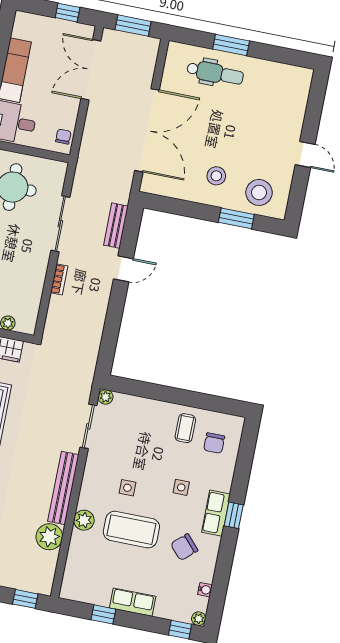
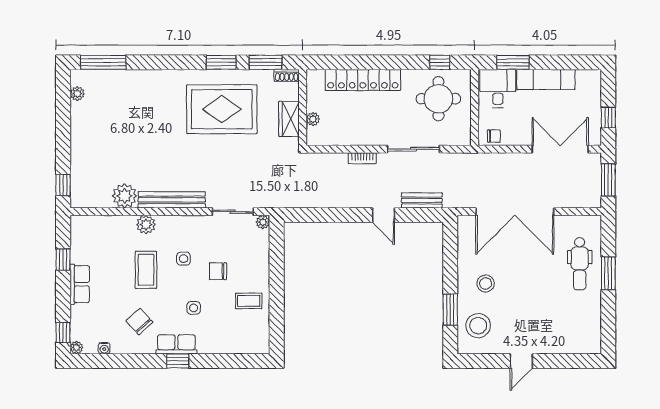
chair: (214, 443) -> (218, 271), moved
coffee table: (131, 530) -> (146, 270), width x0.73, depth x0.76

